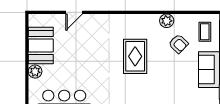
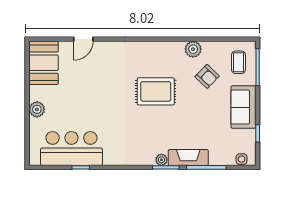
booth: (41, 45) -> (44, 63), moved
rug: (135, 56) -> (156, 91), turned 90

